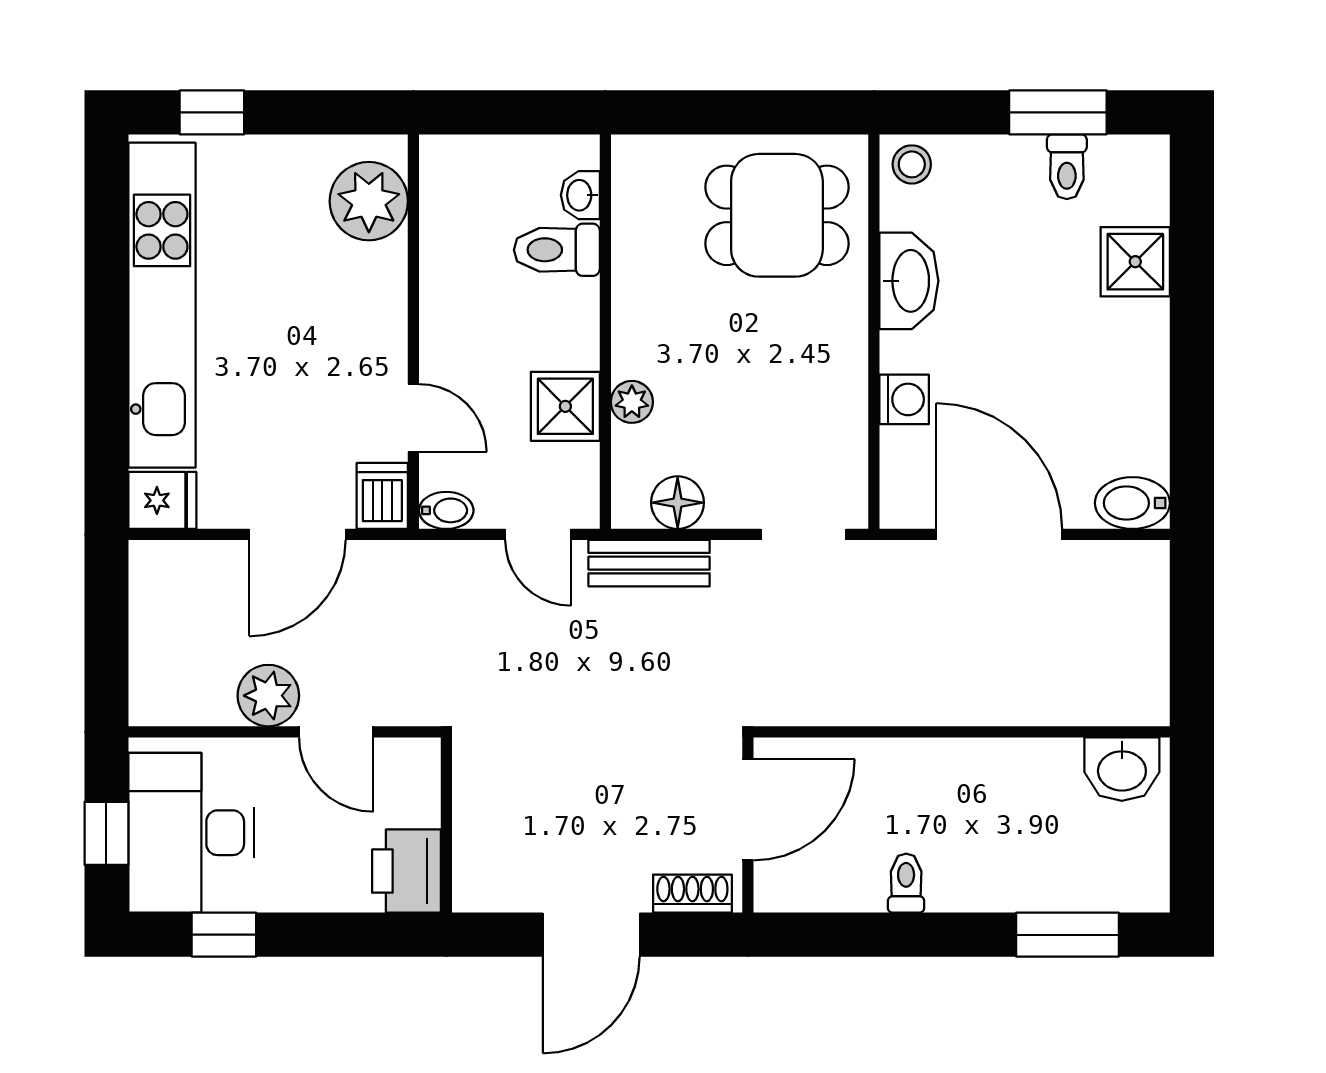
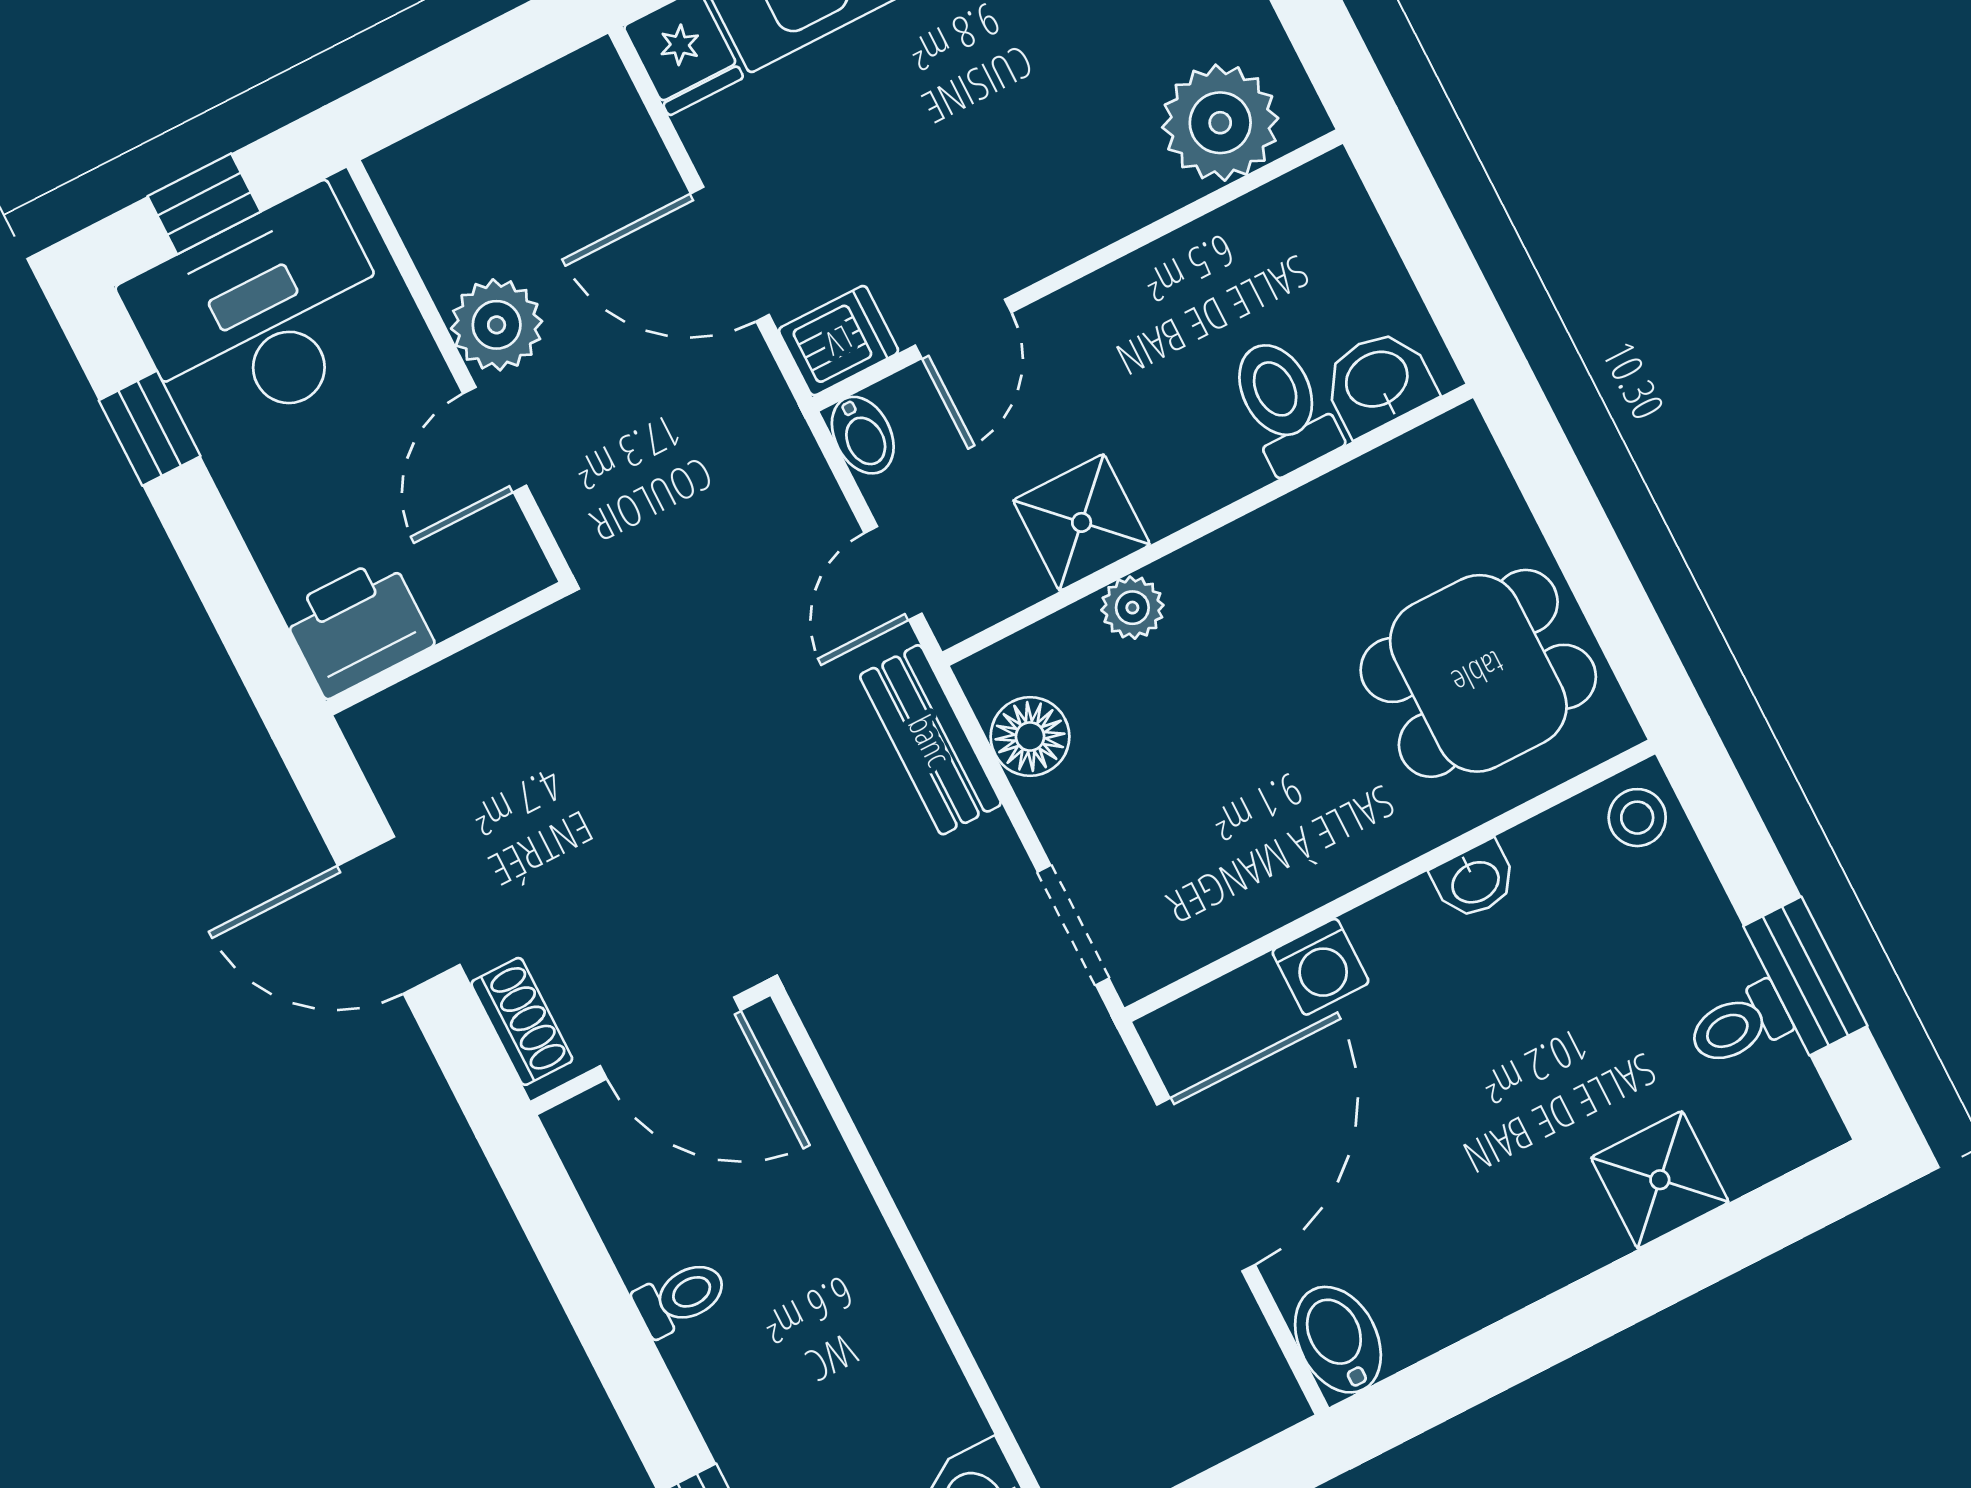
washbasin: (580, 195) -> (1378, 381), width x1.38, depth x1.45
dining table: (777, 215) -> (1478, 673), turned 90
washbasin: (909, 281) -> (1475, 881), width x0.52, depth x0.69

